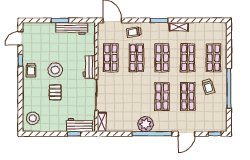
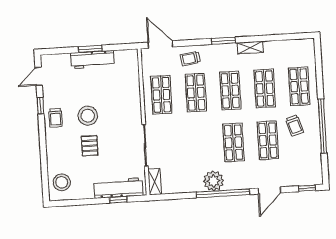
workbench: (72, 28) -> (92, 60), moved
workbench: (89, 67) -> (134, 109), removed
workbench: (79, 125) -> (118, 188), width x1.38

